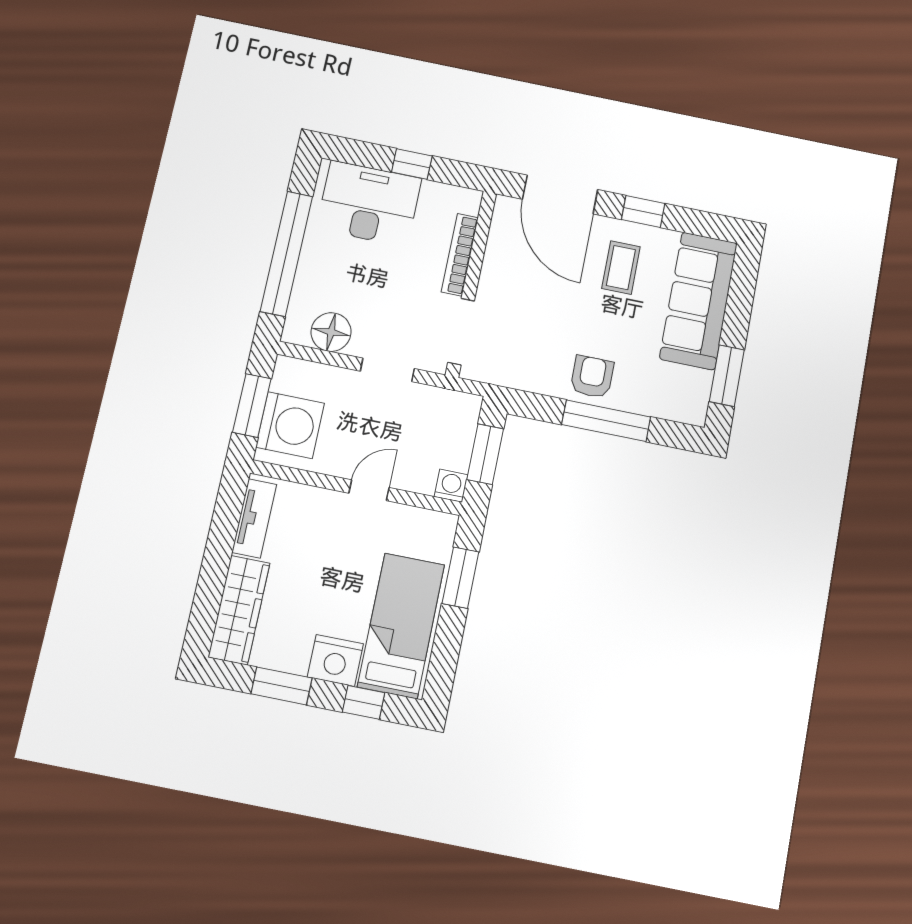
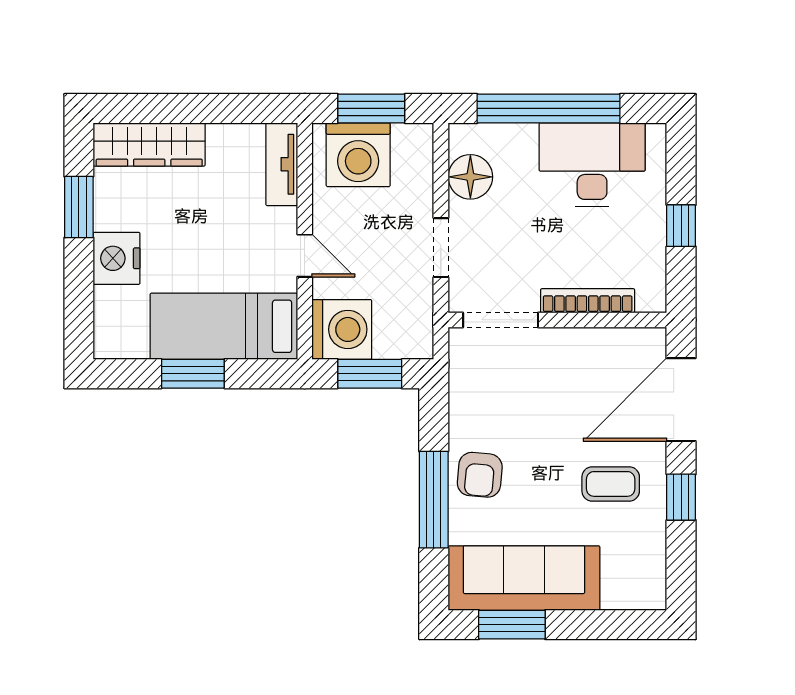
desk: (369, 204) -> (592, 164), moved, turned -90
sofa: (698, 301) -> (524, 578), moved
armchair: (592, 377) -> (480, 475), turned 95
washing machine: (451, 486) -> (342, 329), width x1.89, depth x1.89
tv unit: (254, 518) -> (282, 164), moved, turned 90
window: (460, 578) -> (193, 374), moved
bed: (401, 626) -> (224, 326), moved, turned 180
window: (364, 702) -> (79, 298), removed

